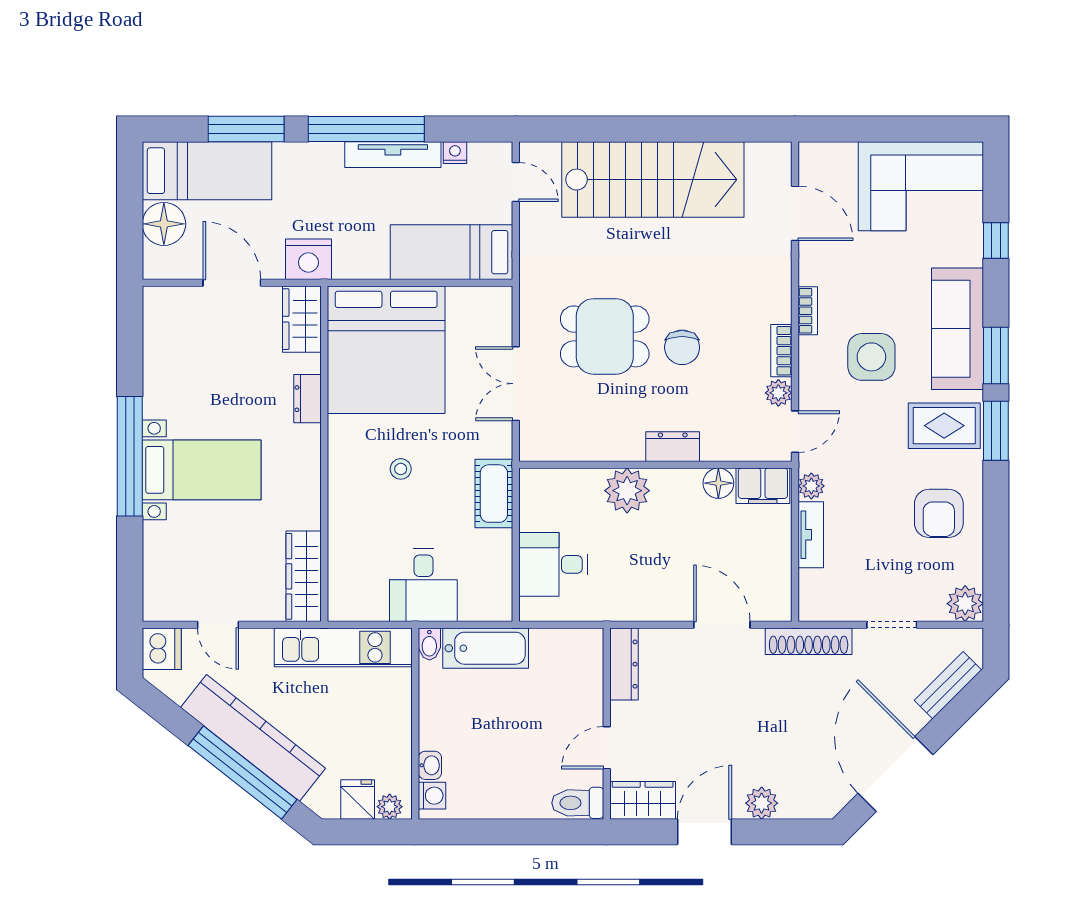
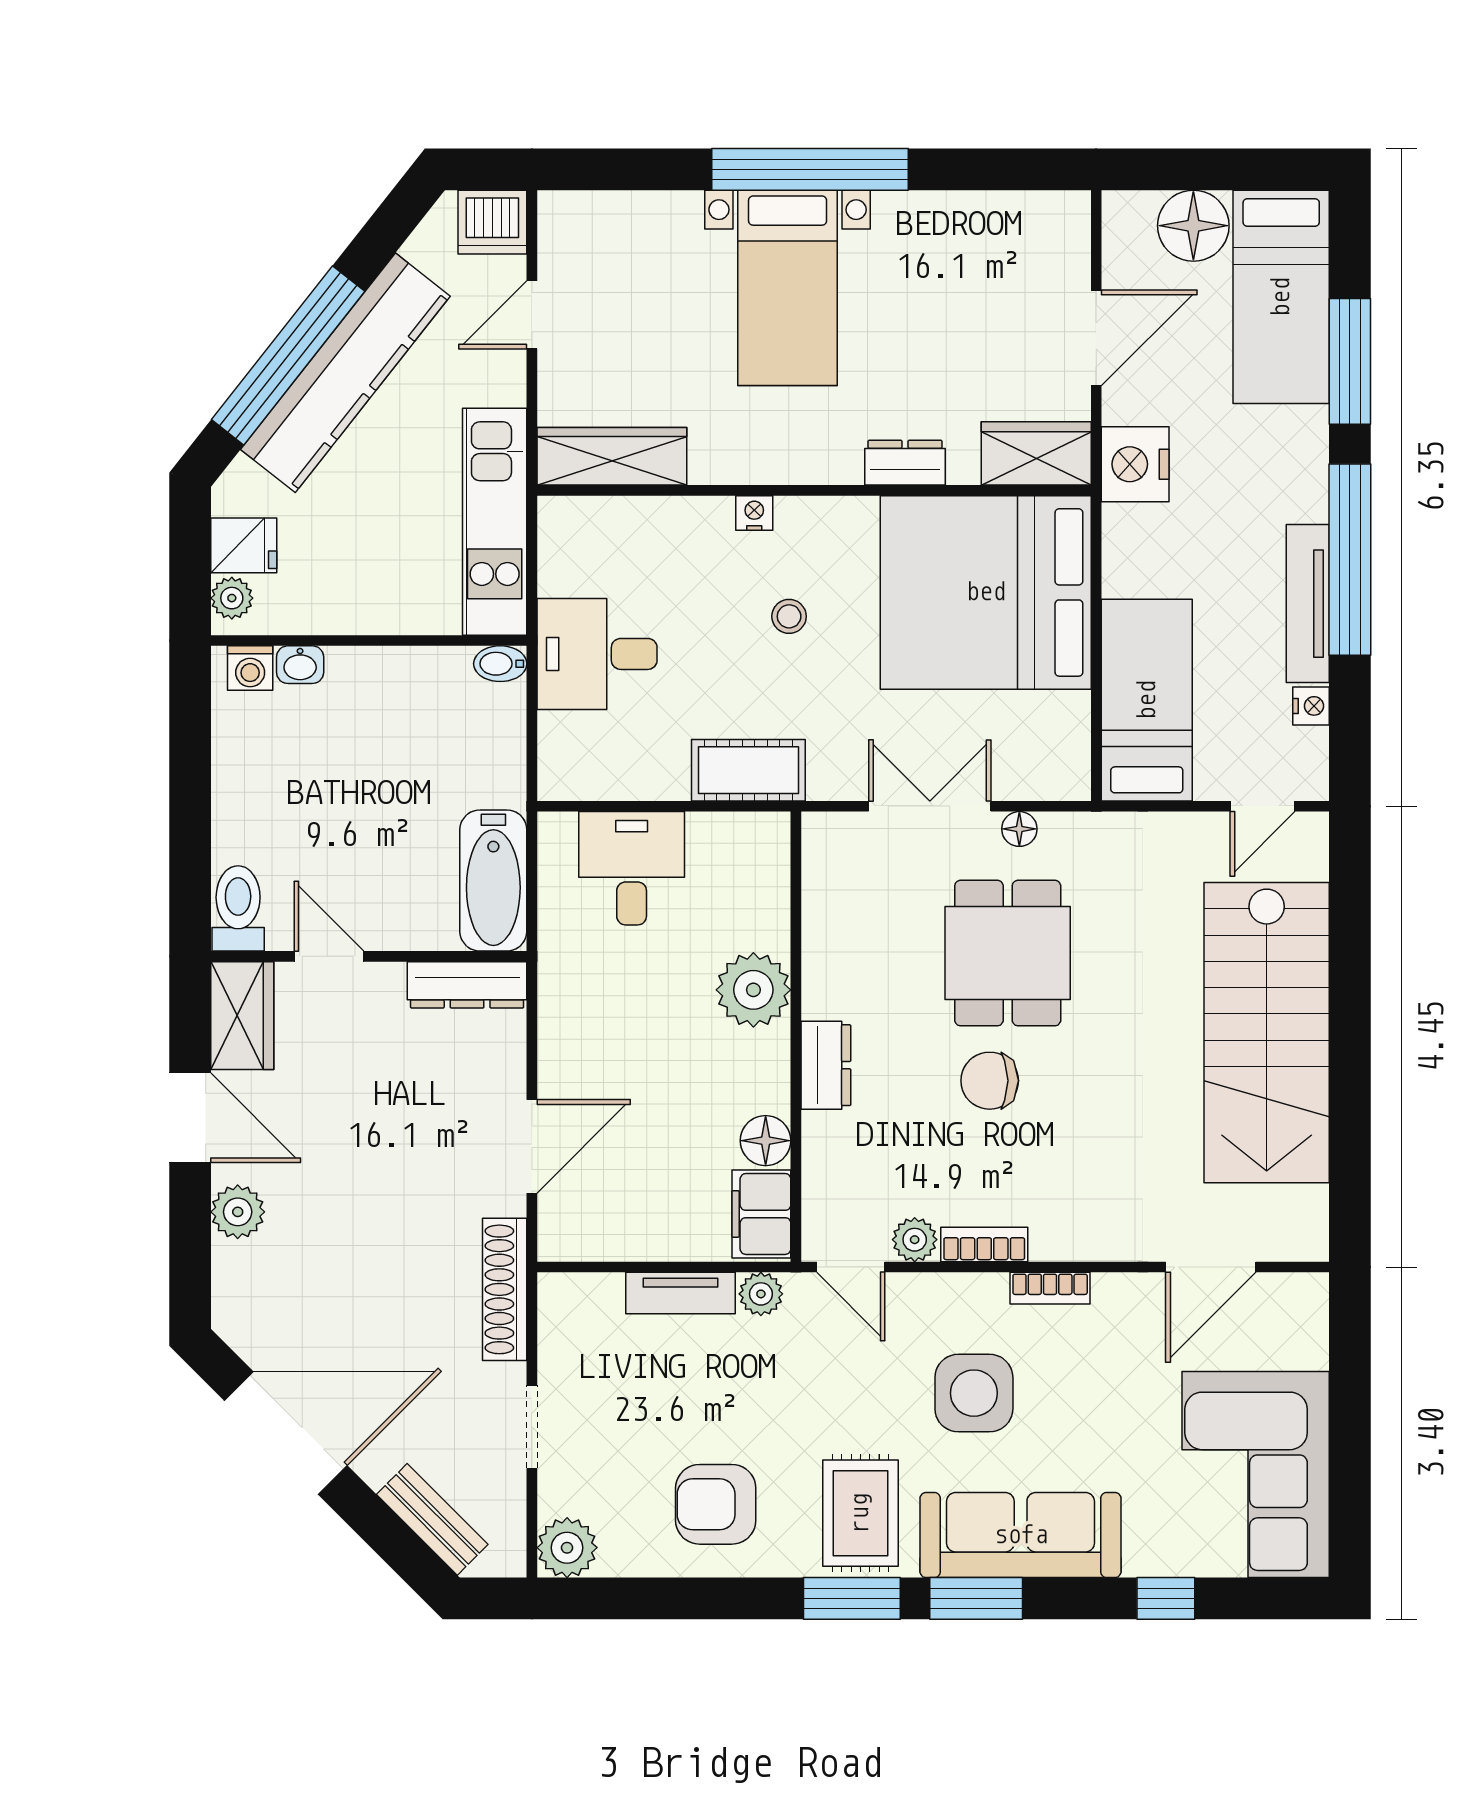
floor lamp: (530, 329) -> (1019, 829), added
nightstand: (338, 490) -> (754, 513), added
bathtub: (486, 648) -> (493, 880), moved

